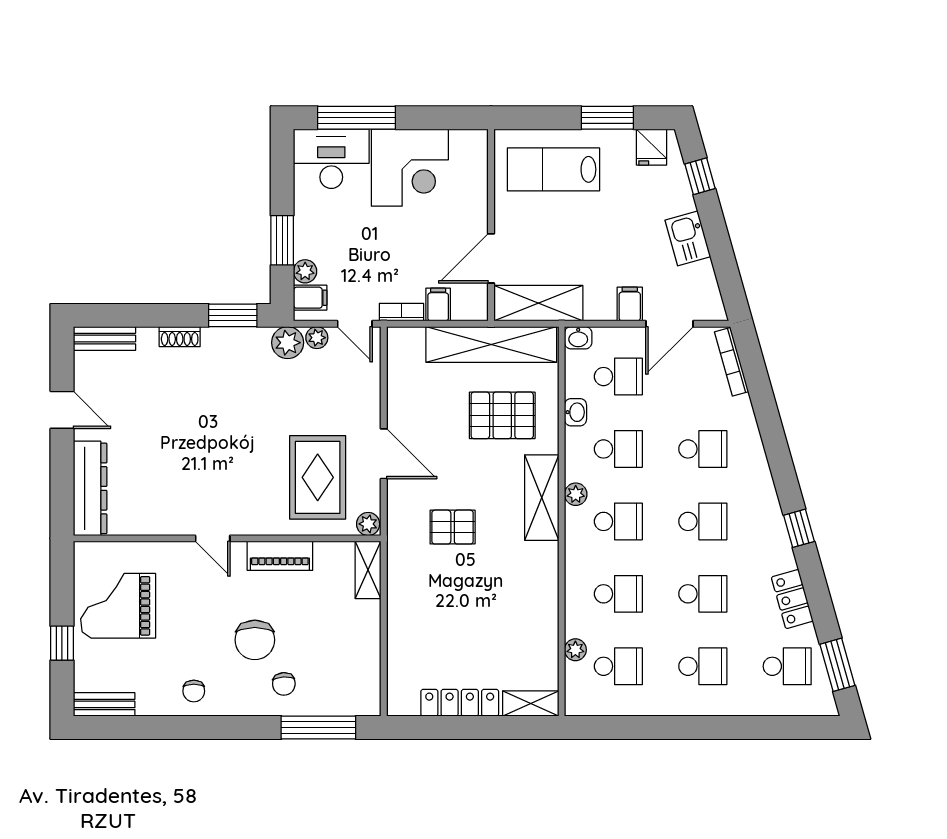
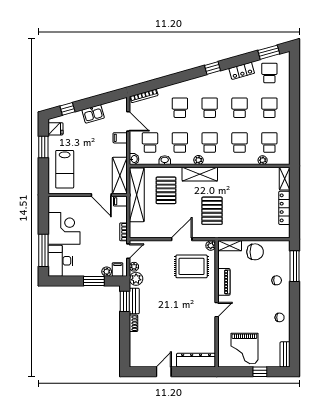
filing cabinet: (438, 305) -> (120, 201), moved
bench: (104, 339) -> (134, 301), moved
pallet: (453, 527) -> (212, 211), width x1.50, depth x1.42
chair: (255, 640) -> (255, 252), moved

